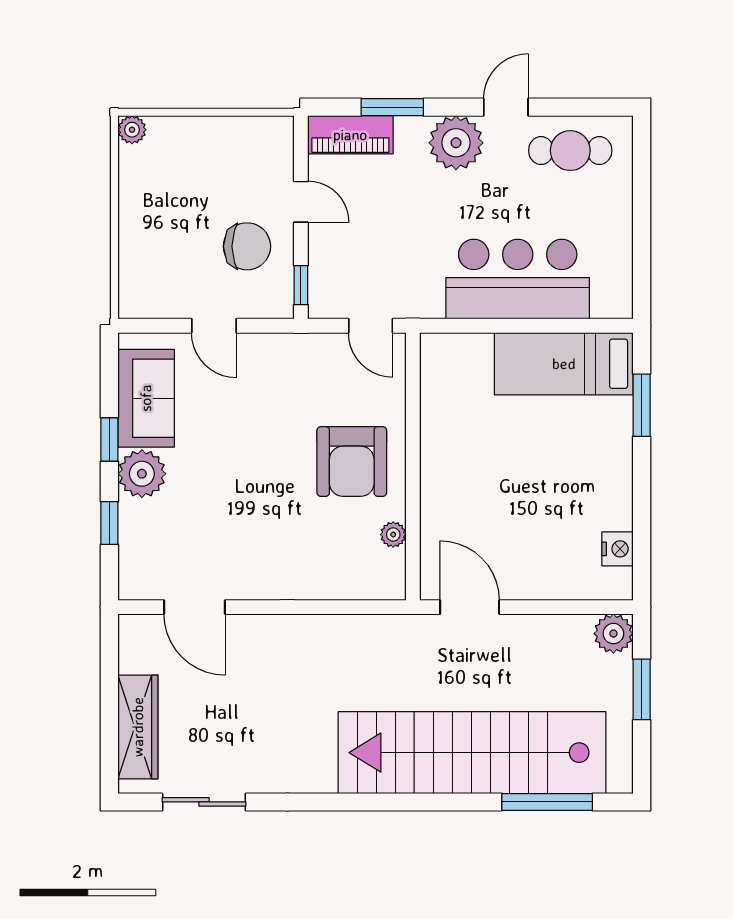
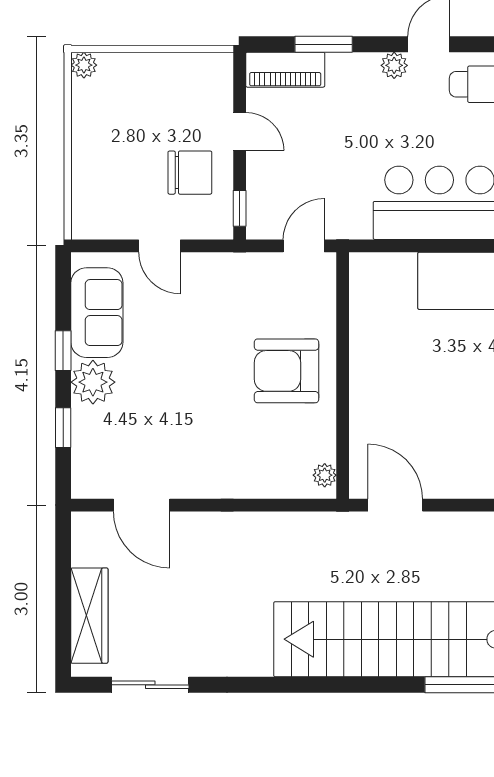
plant: (456, 143) -> (394, 65), width x0.53, depth x0.53
door: (371, 326) -> (304, 246), swing flipped
armchair: (352, 462) -> (286, 371), turned 90
plant: (393, 535) -> (325, 475), moved

